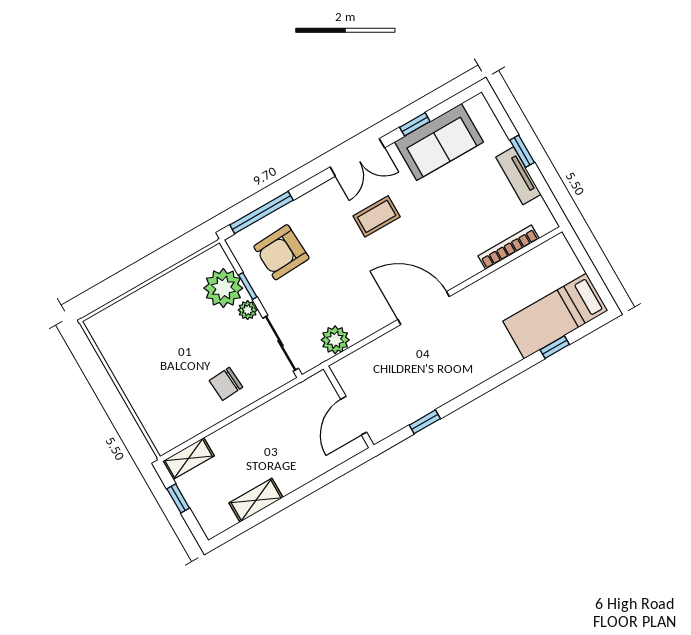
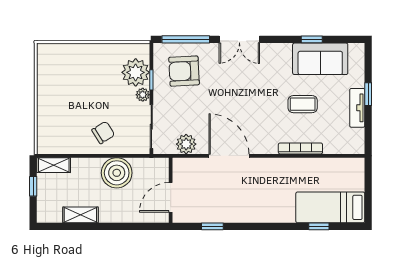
double door: (357, 157) -> (239, 39), moved
coffee table: (377, 216) -> (303, 104), moved
bookcase: (509, 247) -> (300, 148), moved
door: (424, 308) -> (229, 156), moved
chair: (226, 384) -> (103, 132), turned 152
boiler: (271, 424) -> (117, 173), added

